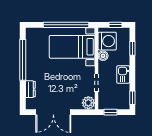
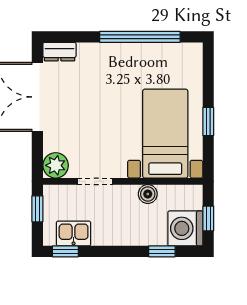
window: (66, 25) -> (208, 121), width x0.32
washing machine: (107, 41) -> (185, 228), moved, turned 90
kitchen sink: (123, 74) -> (74, 233), moved
dresser: (30, 89) -> (59, 52), moved

